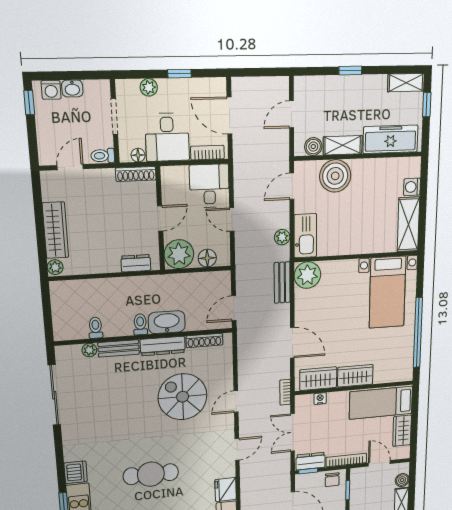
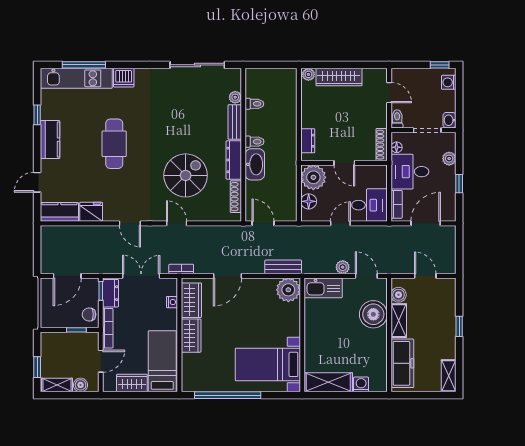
washbasin: (72, 88) -> (449, 120), moved
window: (427, 105) -> (430, 395), removed
plant: (282, 237) -> (343, 267), moved

